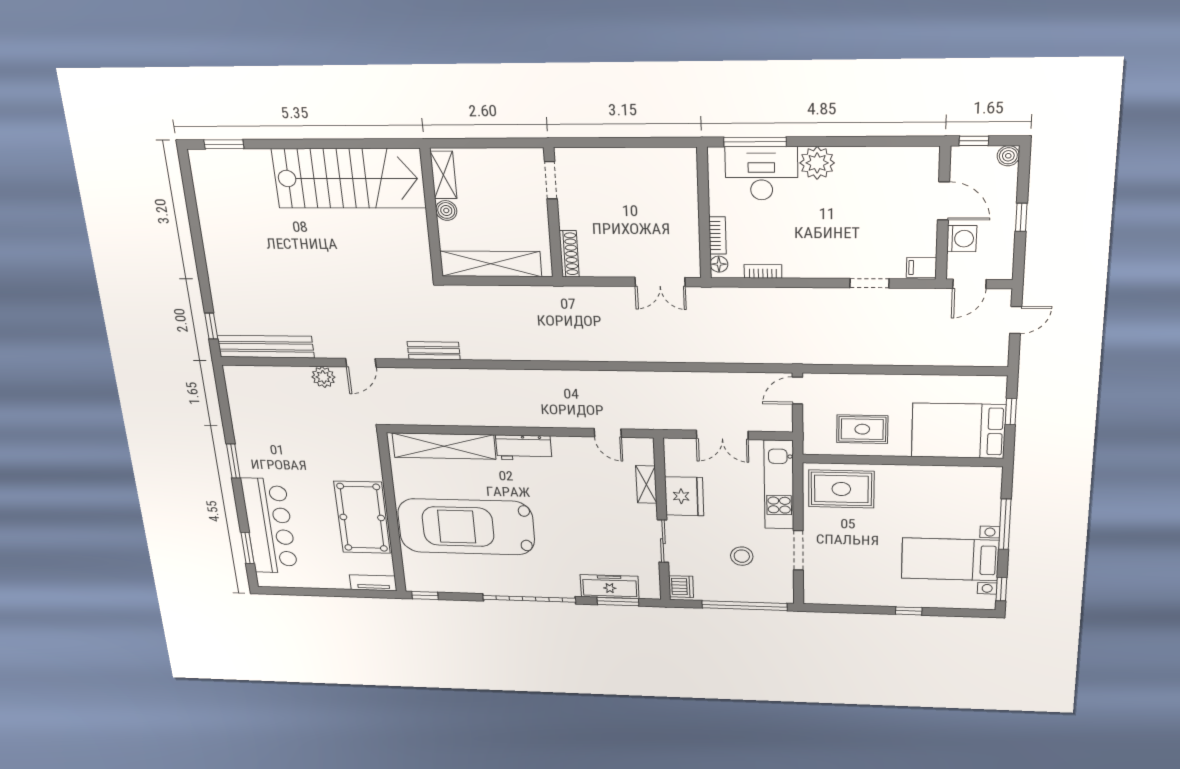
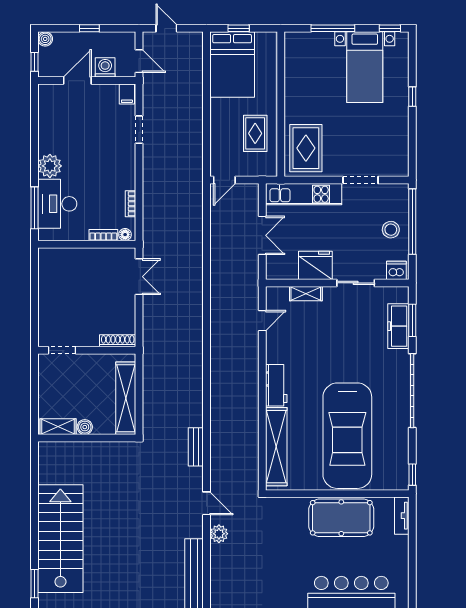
stairs: (349, 178) -> (60, 539), moved
door: (797, 391) -> (224, 180), hinge flipped
bed: (958, 431) -> (232, 65), moved
stool: (742, 556) -> (391, 230), moved

